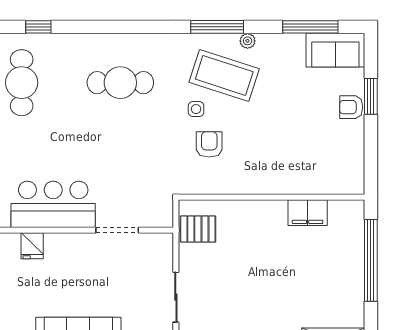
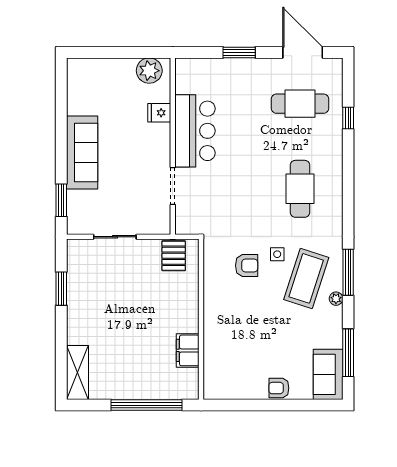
window: (371, 96) -> (288, 405), removed
armchair: (351, 107) -> (279, 388), turned -90

